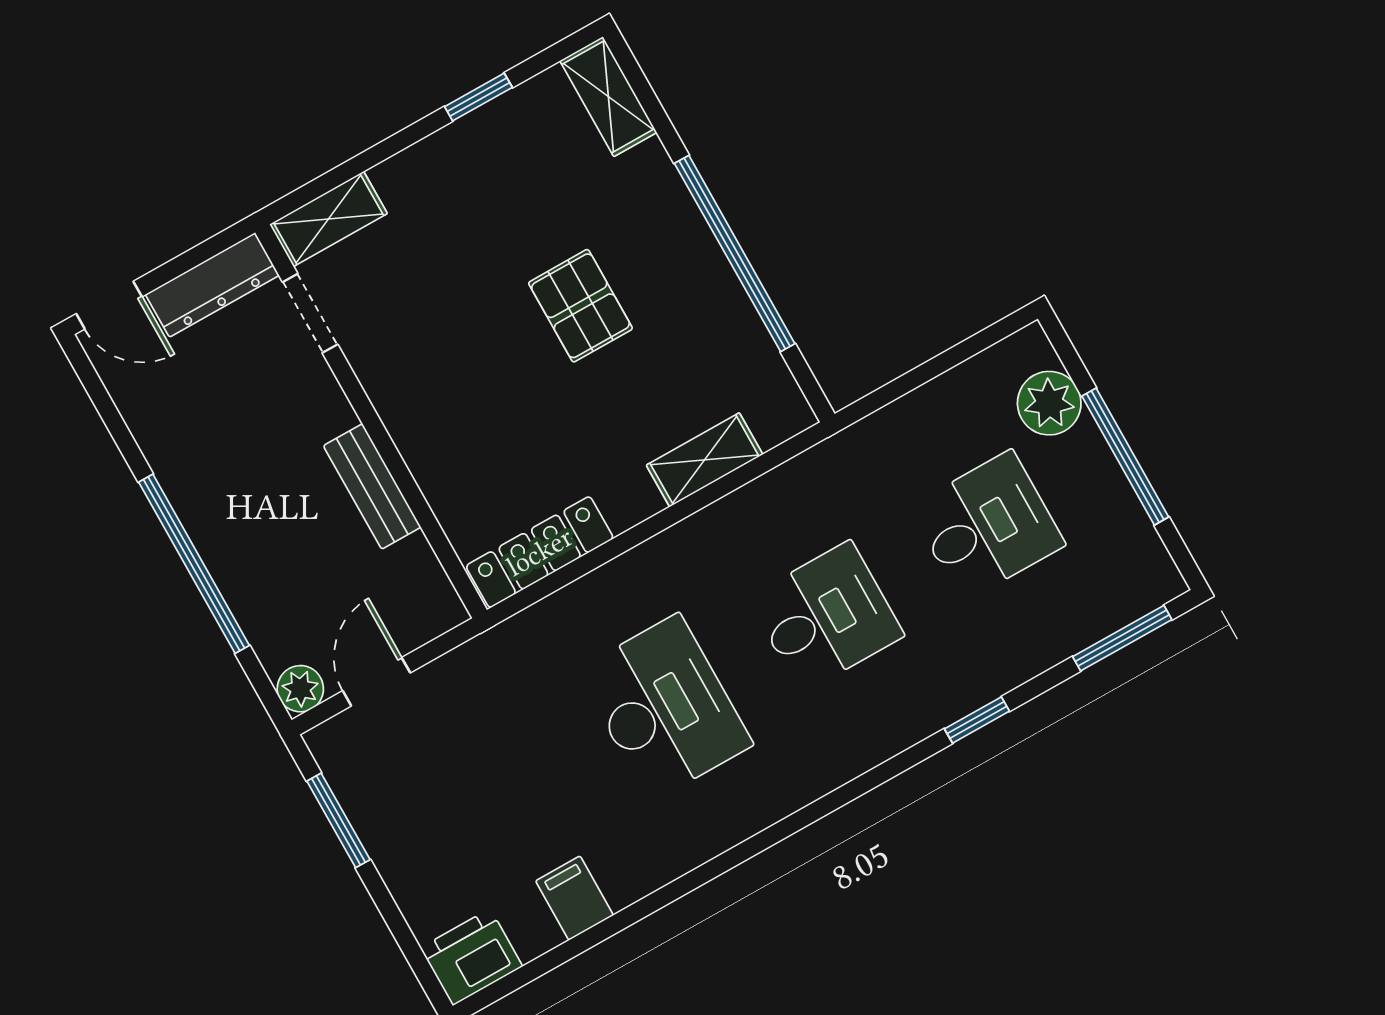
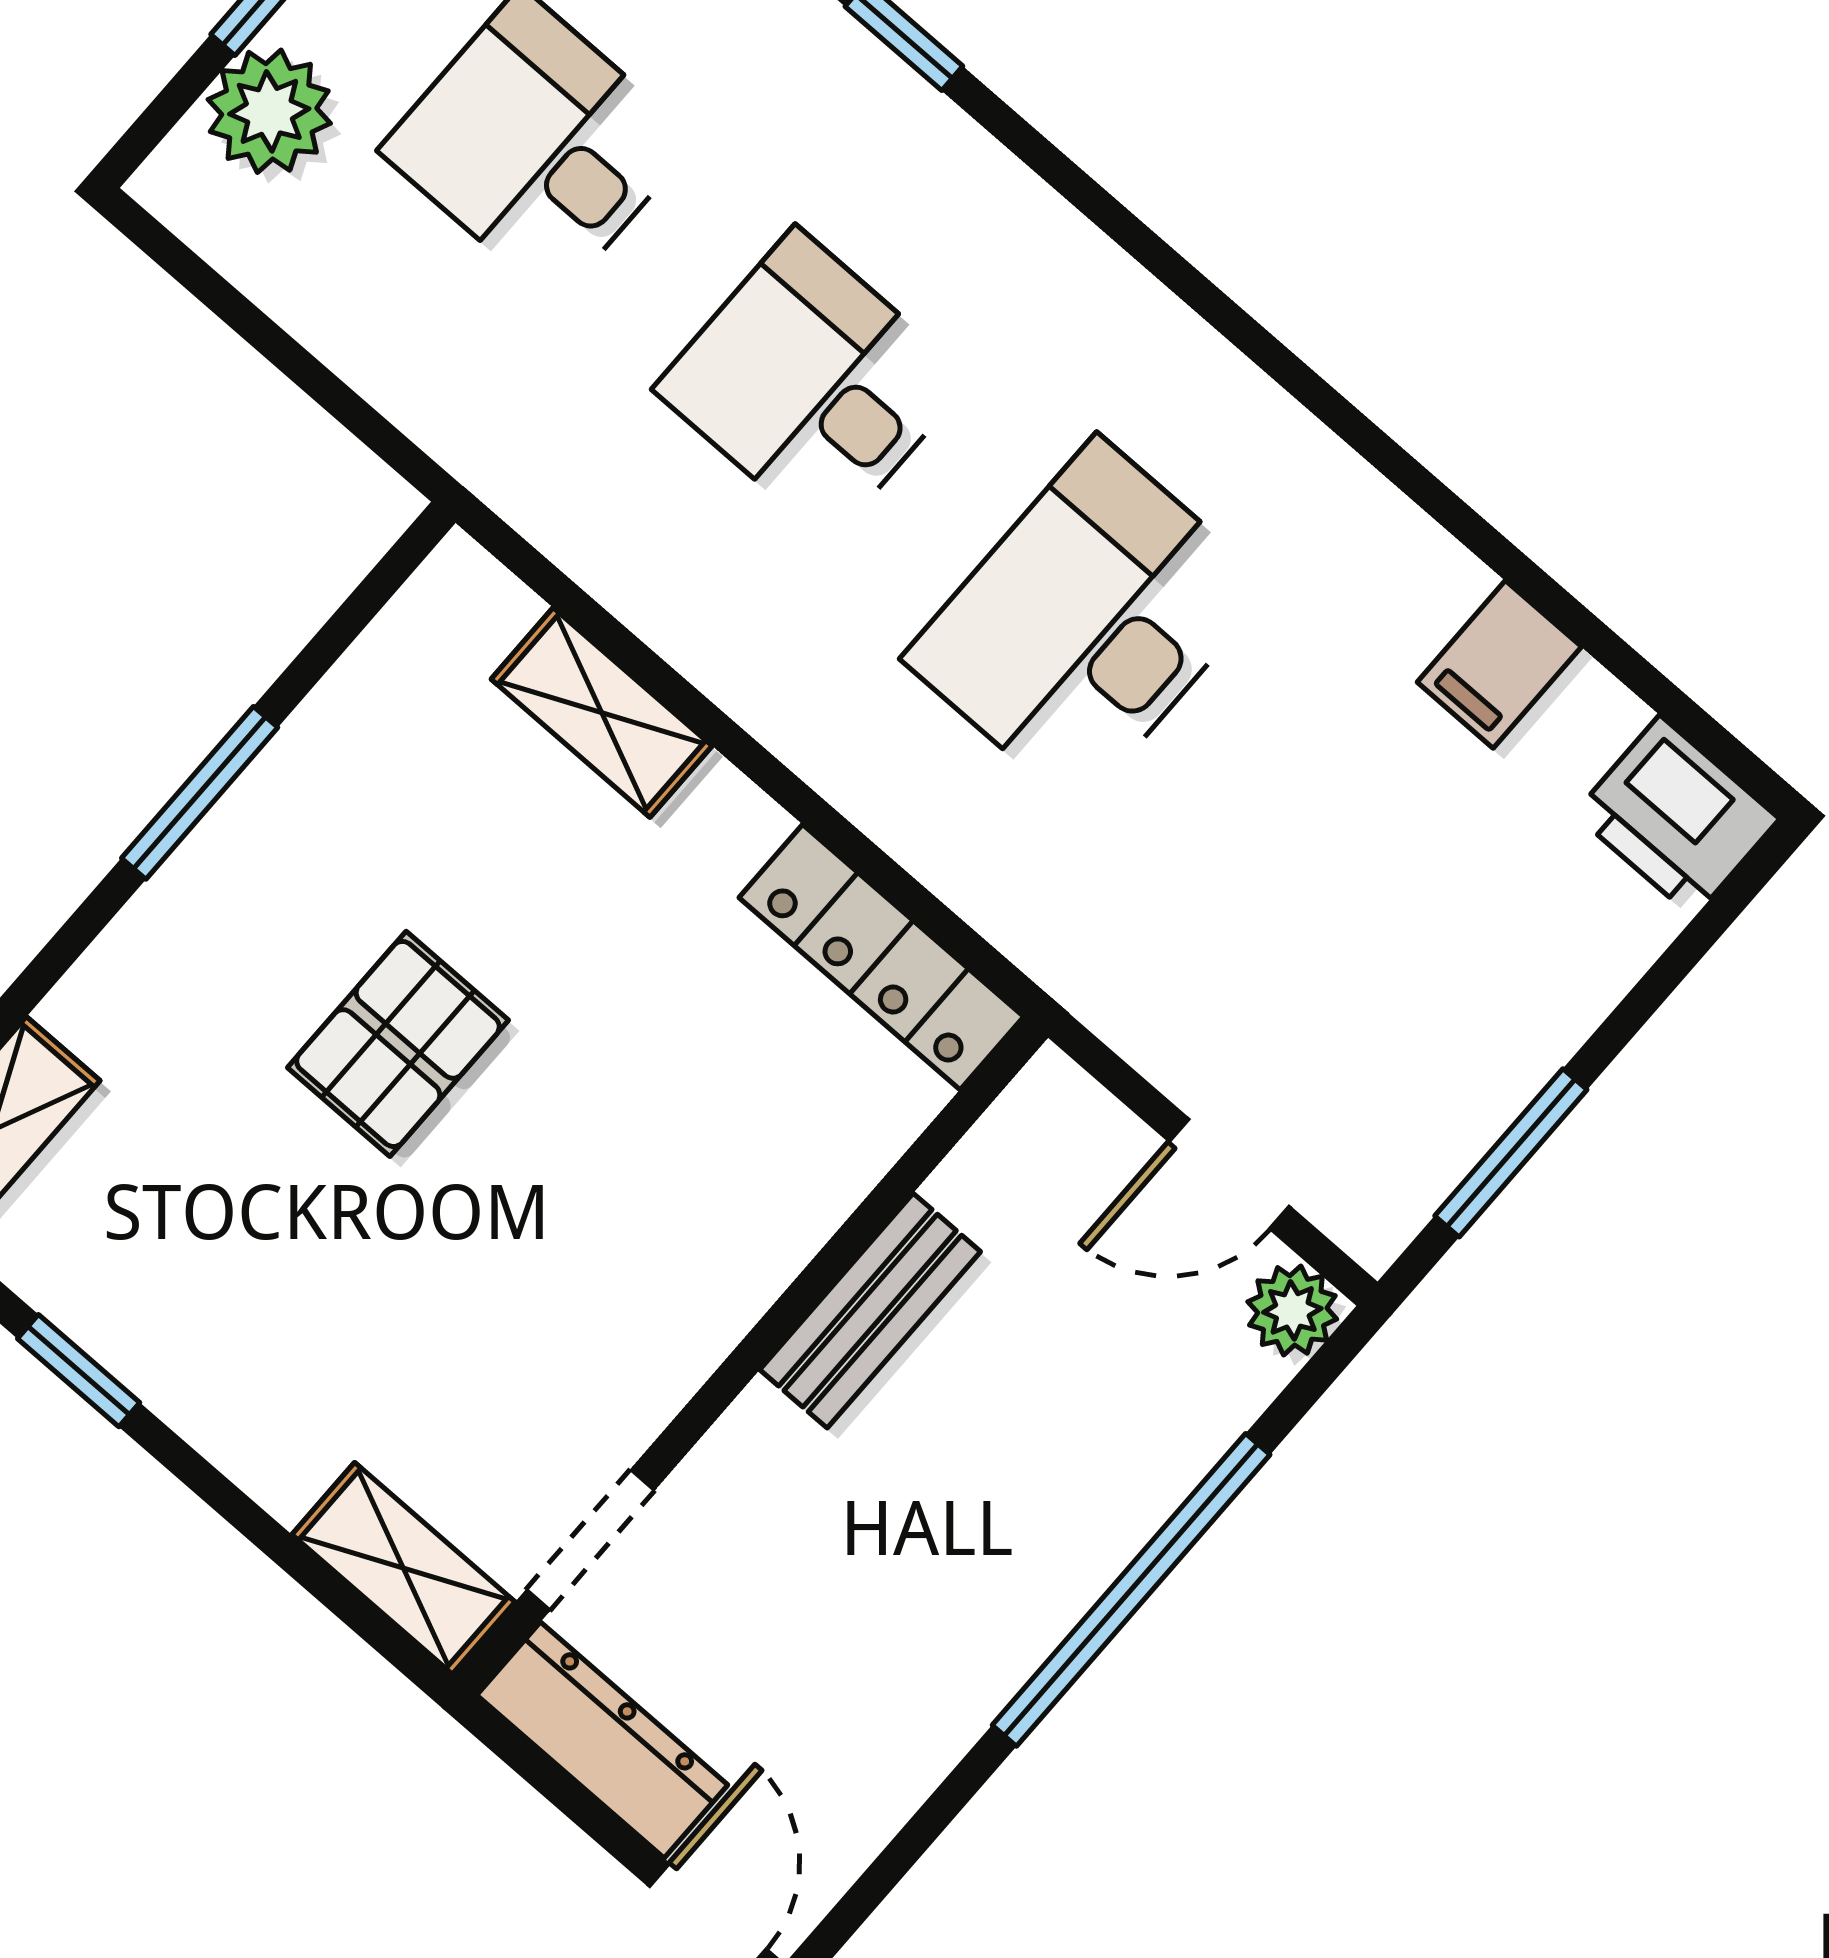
window: (735, 254) -> (200, 793), width x0.47

